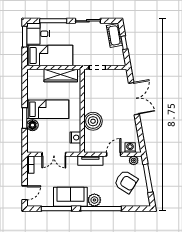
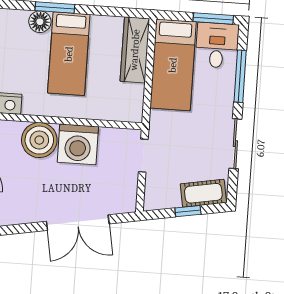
wardrobe: (61, 76) -> (135, 50), moved
washing machine: (94, 101) -> (78, 144), added

